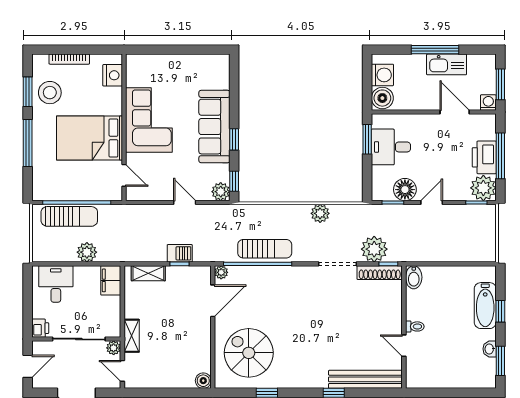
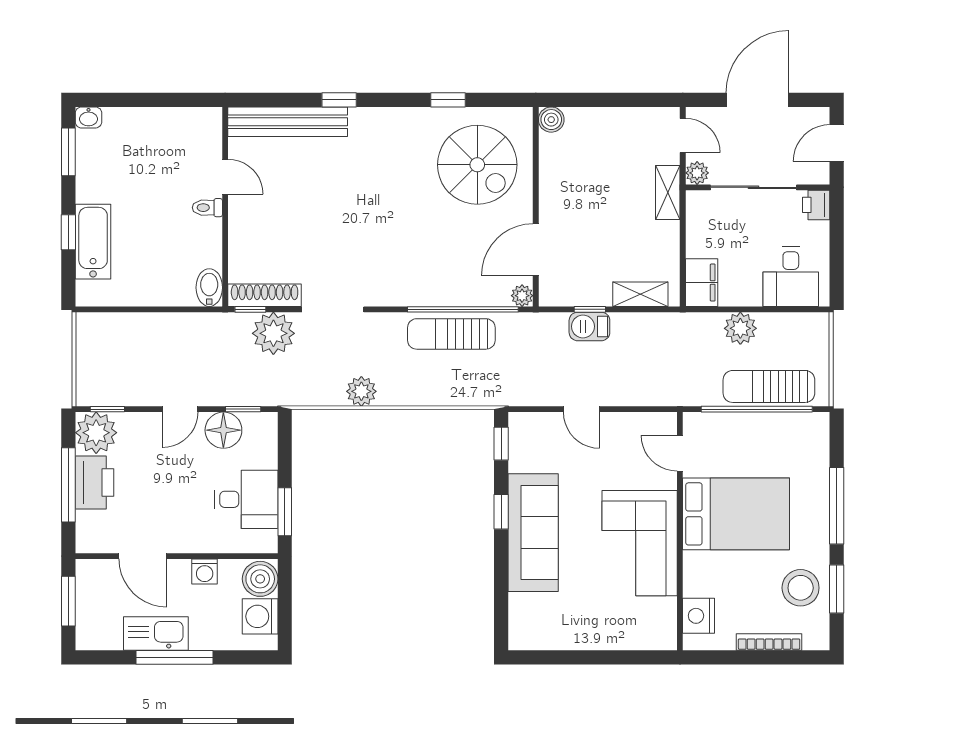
washing machine: (488, 103) -> (205, 572), moved
plant: (221, 192) -> (523, 427), removed
washbasin: (490, 349) -> (88, 117), moved, turned 90

